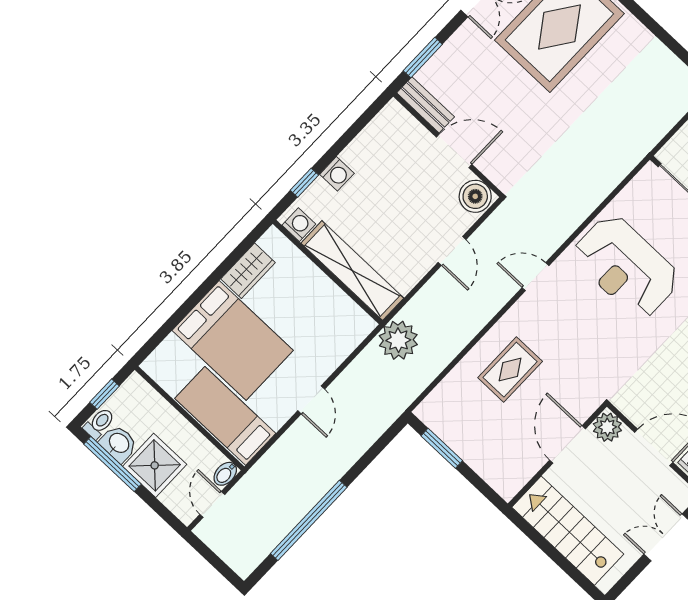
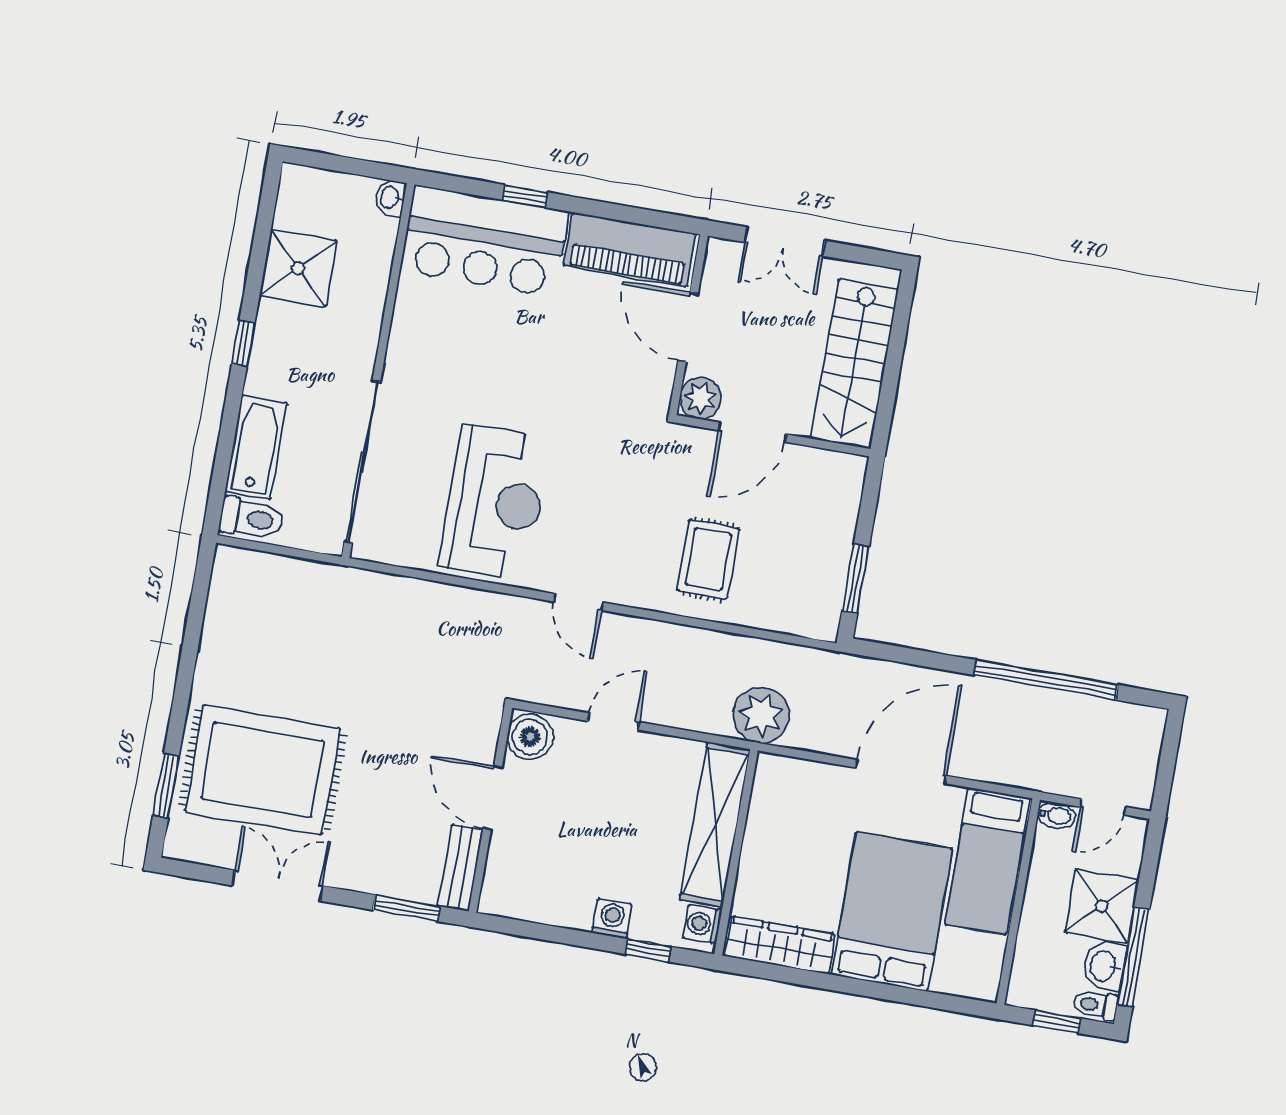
wardrobe: (248, 271) -> (780, 945), width x1.50
rug: (510, 370) -> (708, 559), turned 90
door: (311, 400) -> (901, 772), width x1.88

